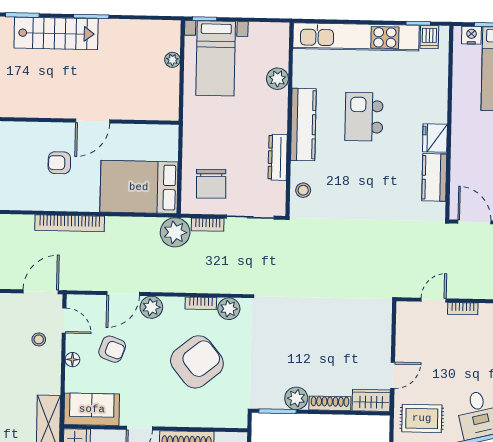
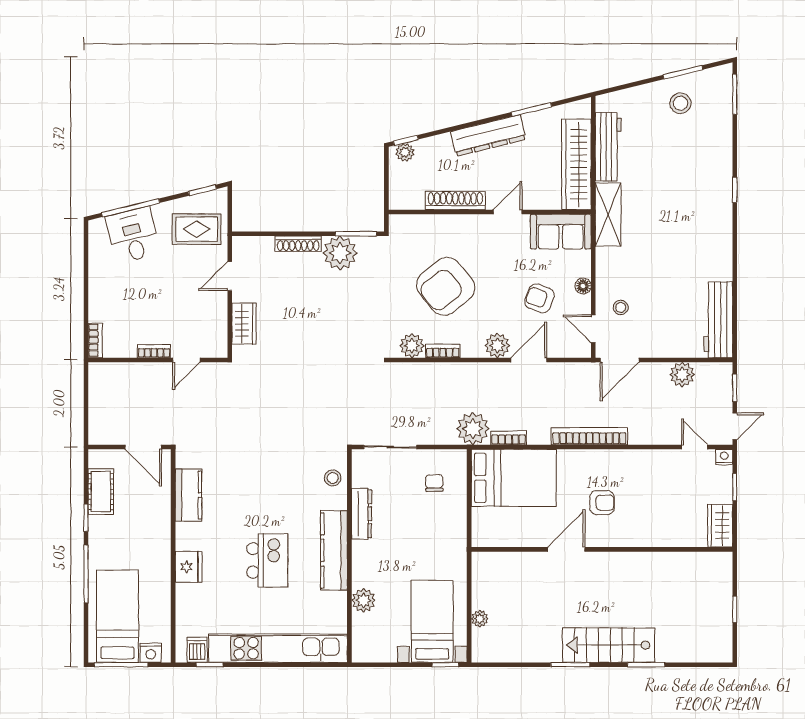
fridge: (435, 138) -> (189, 567), moved
chair: (211, 184) -> (434, 483), width x0.54, depth x0.54
bookcase: (208, 225) -> (509, 438), moved
plant: (296, 398) -> (340, 253), width x1.36, depth x1.36
wardrobe: (371, 400) -> (244, 324), moved, turned -90

